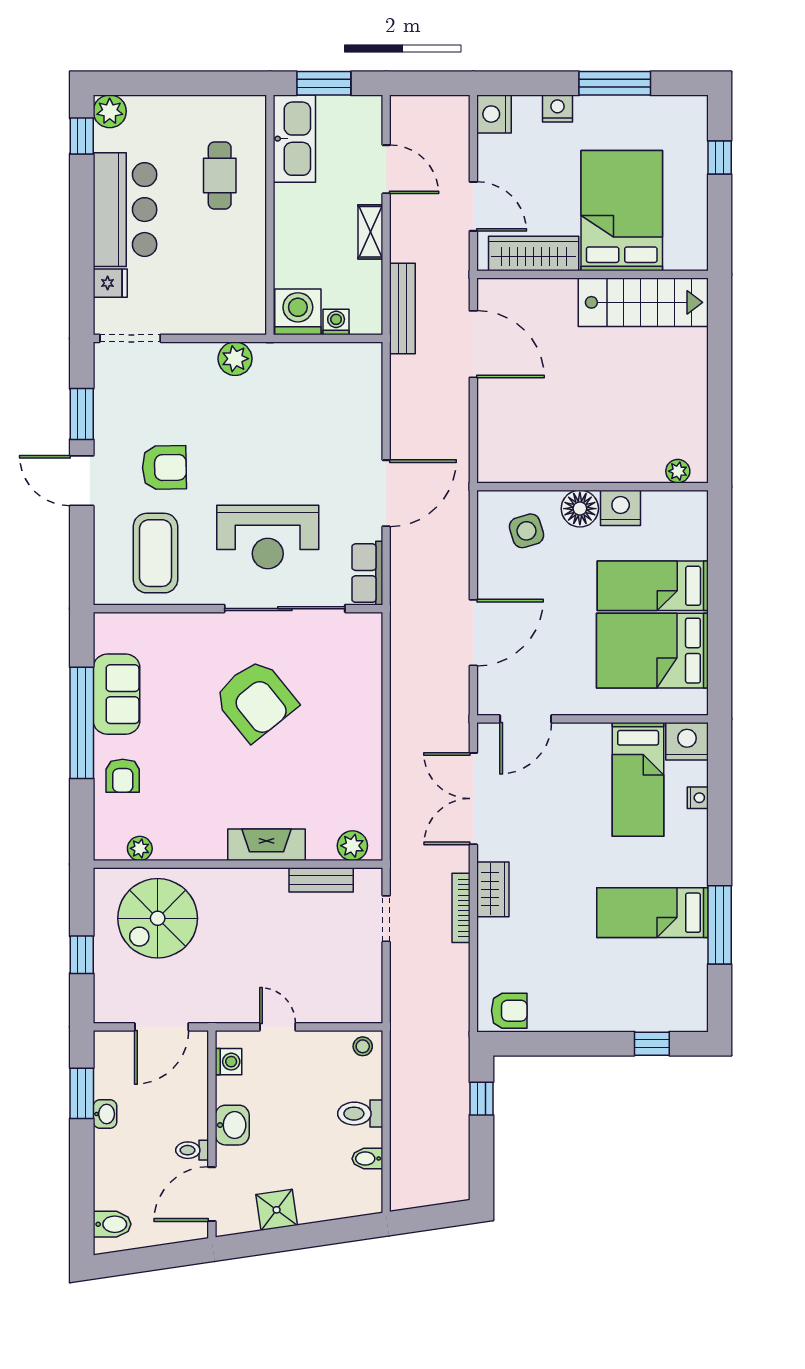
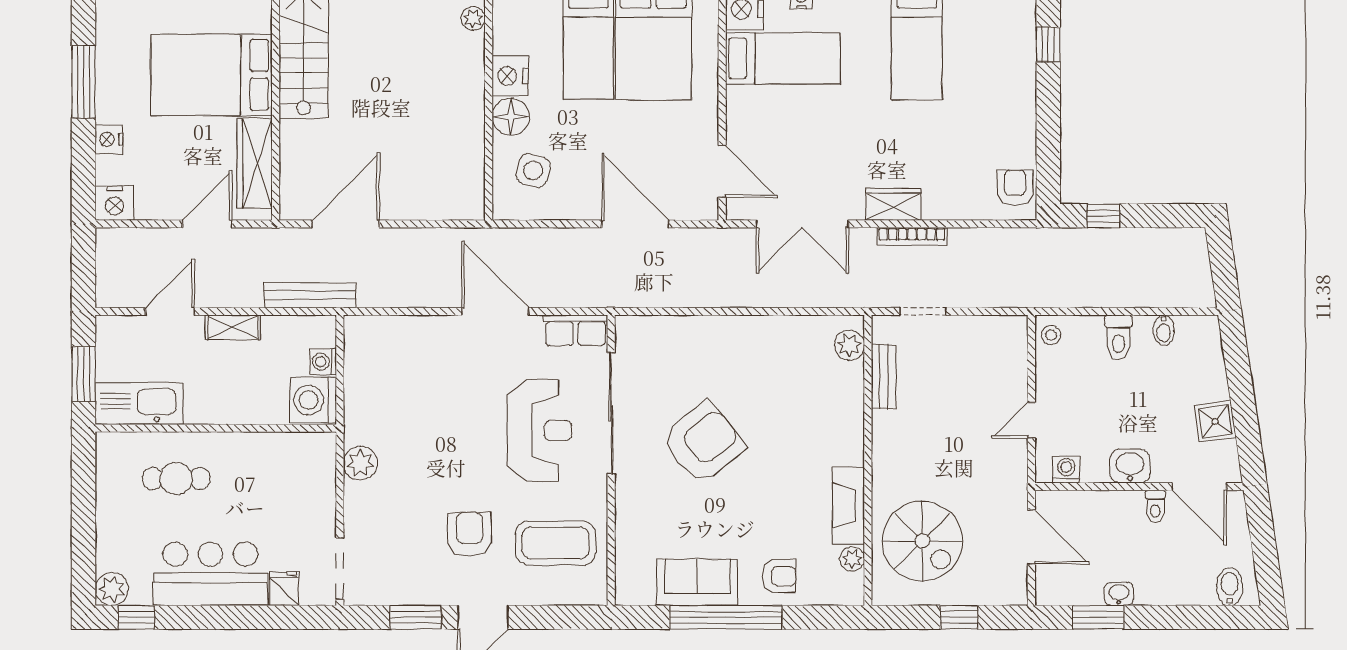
side table: (527, 531) -> (533, 170), turned 33
fireplace: (267, 845) -> (849, 506), moved

